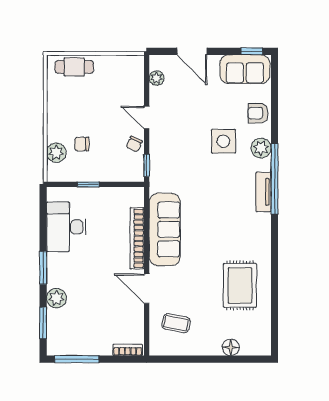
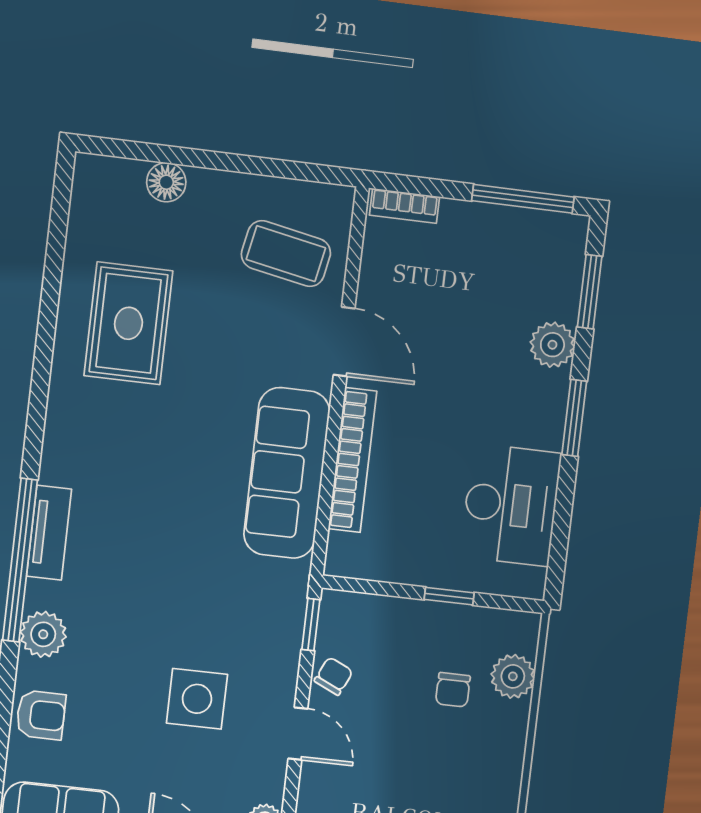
side table: (223, 141) -> (197, 699), moved
chair: (82, 144) -> (453, 690), turned 90
coffee table: (176, 323) -> (286, 254), width x1.36, depth x1.30

